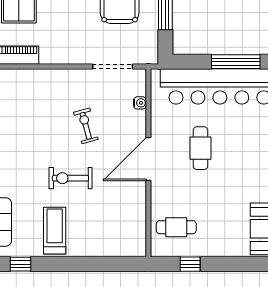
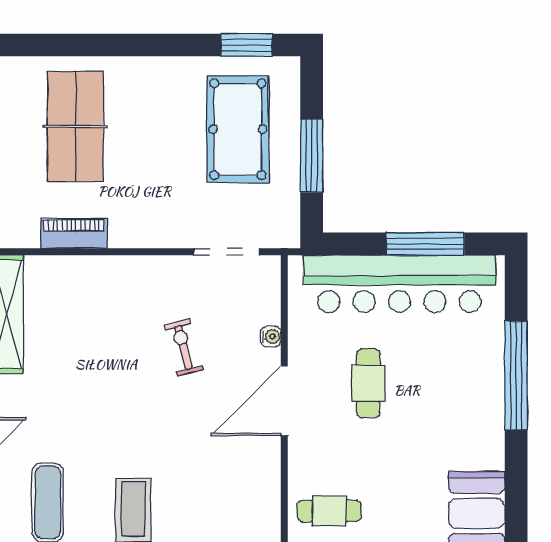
water cooler: (140, 103) -> (271, 336), moved
exercise bike: (70, 178) -> (159, 432), removed

